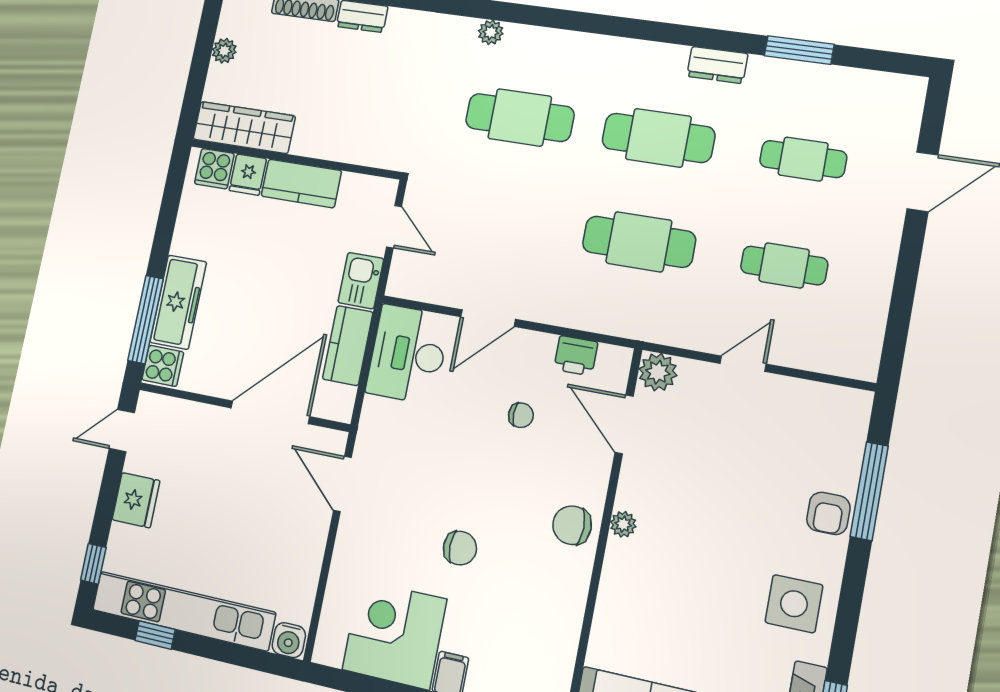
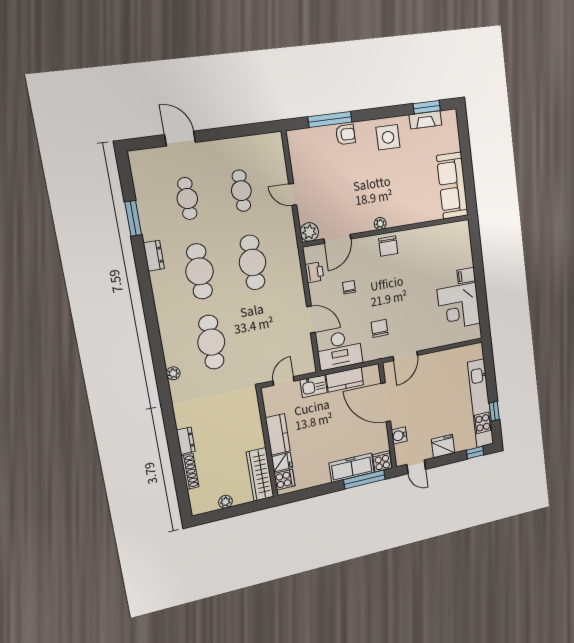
chair: (460, 548) -> (379, 328), moved
water cooler: (289, 640) -> (399, 435), moved, turned 180

